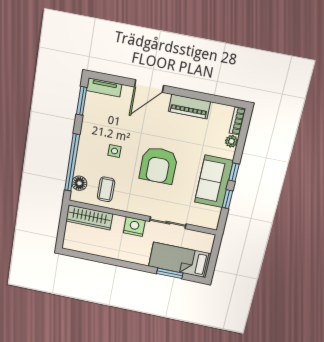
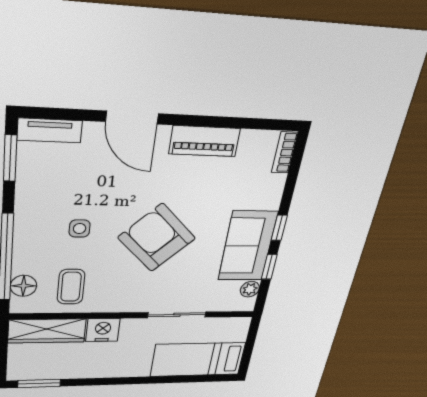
door: (149, 86) -> (132, 118), hinge flipped
plant: (232, 141) -> (250, 289), moved
armchair: (158, 165) -> (157, 238), turned 135
nightstand: (134, 227) -> (103, 330), moved
window: (170, 273) -> (39, 383), moved

